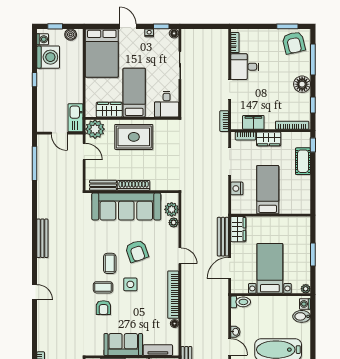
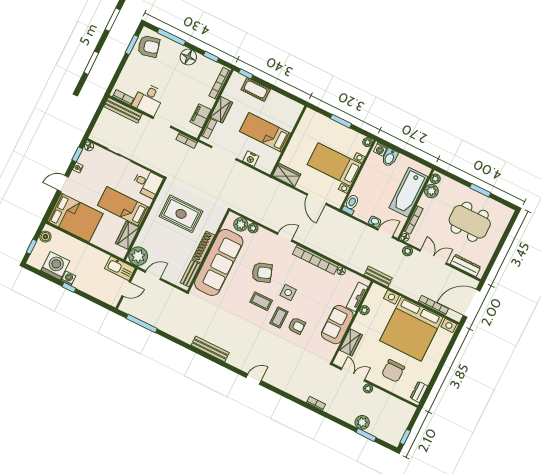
washing machine: (43, 39) -> (68, 278), moved
rug: (134, 137) -> (181, 214), moved, turned 90
bench: (223, 237) -> (123, 110), moved

